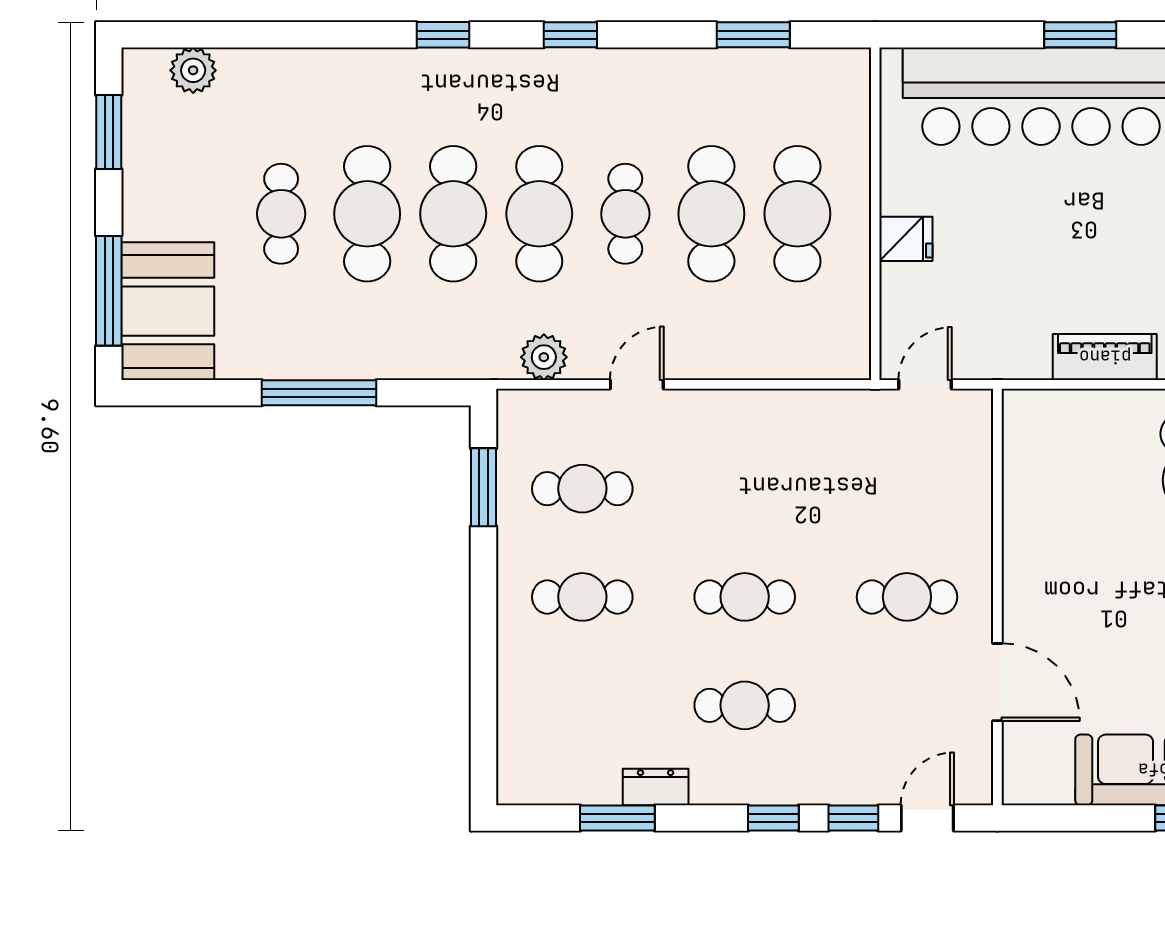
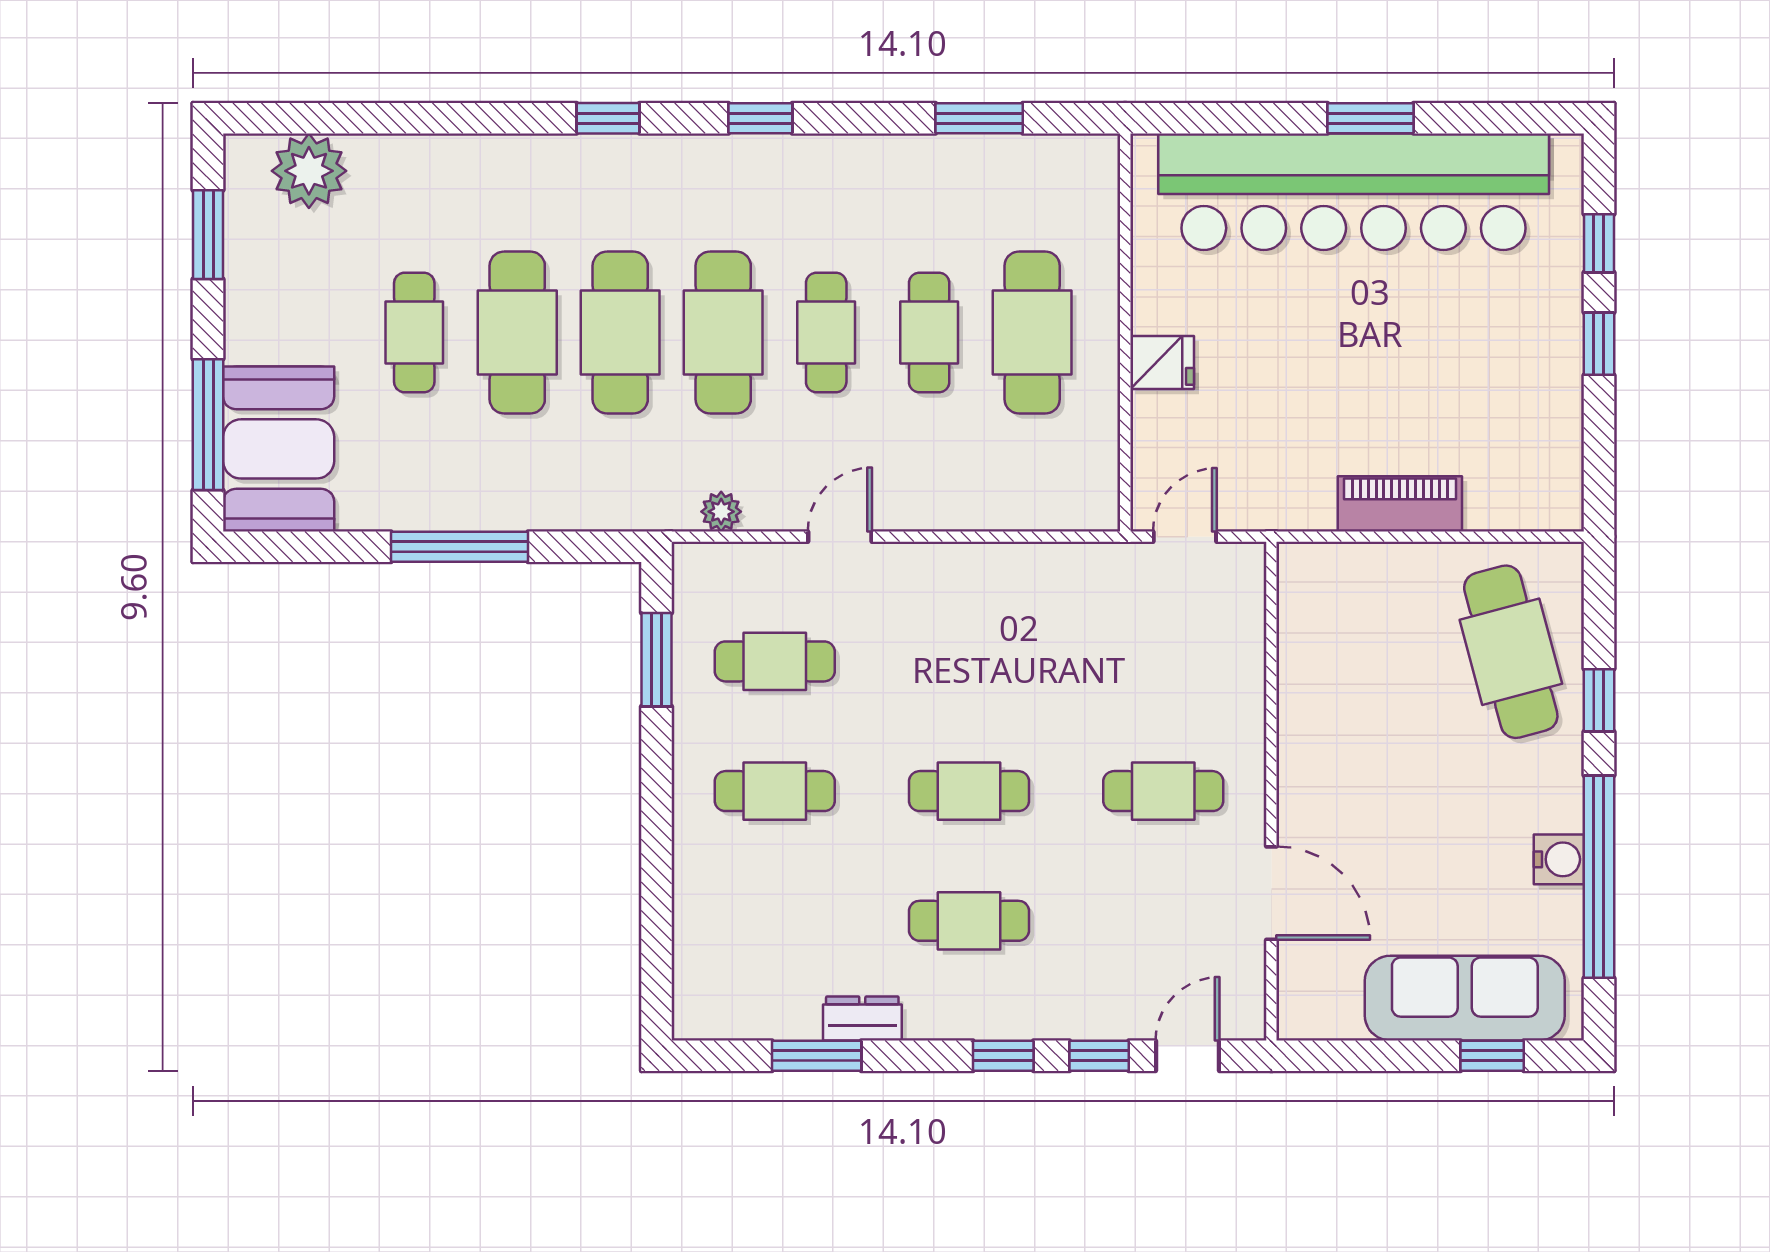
plant: (193, 70) -> (309, 171), width x1.36, depth x1.36
cafe table: (711, 214) -> (929, 333), width x0.73, depth x0.74
plant: (544, 357) -> (721, 512), width x0.73, depth x0.73

